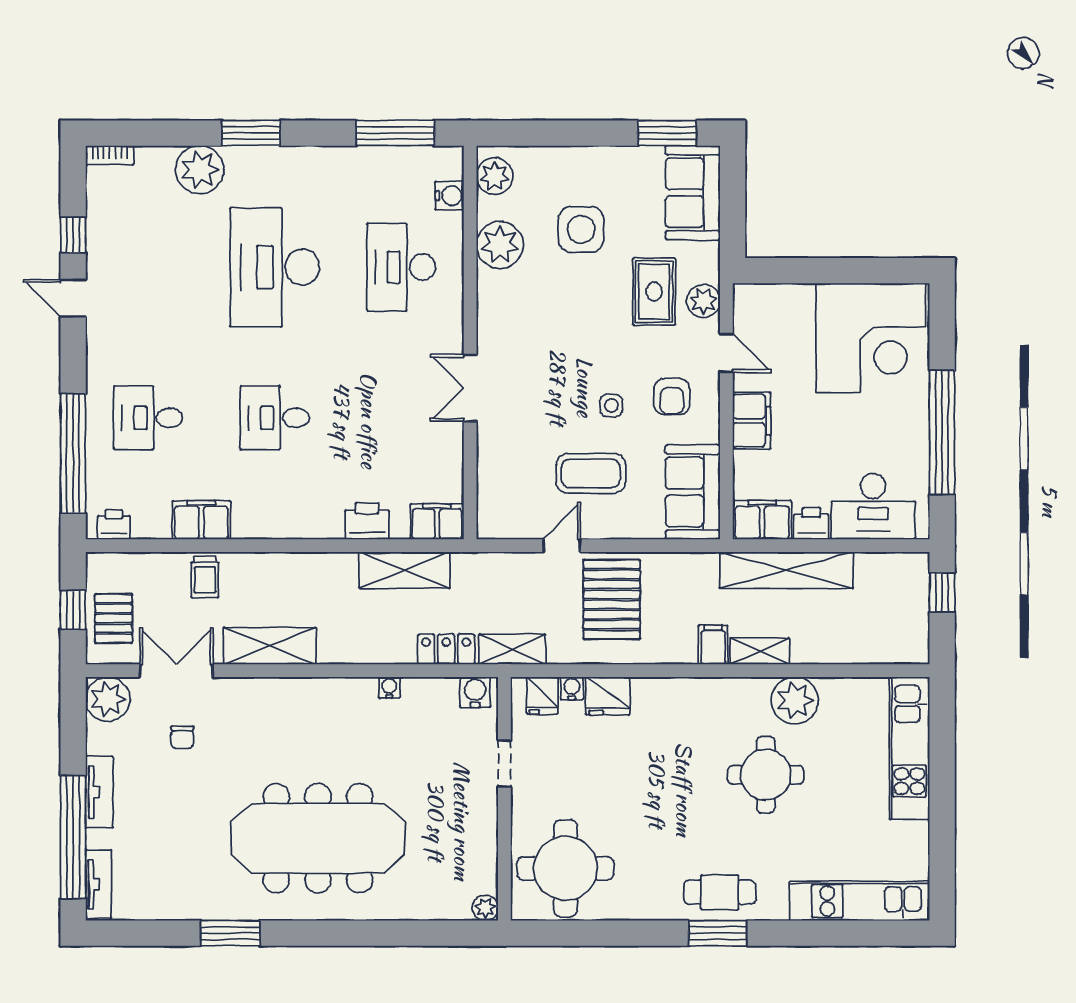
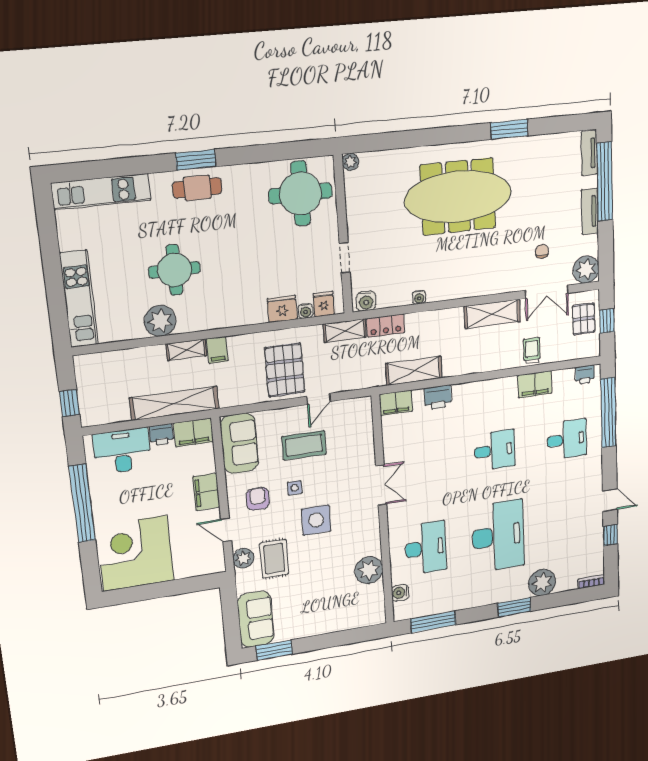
plant: (495, 176) -> (374, 608), removed
side table: (581, 229) -> (316, 520), moved

